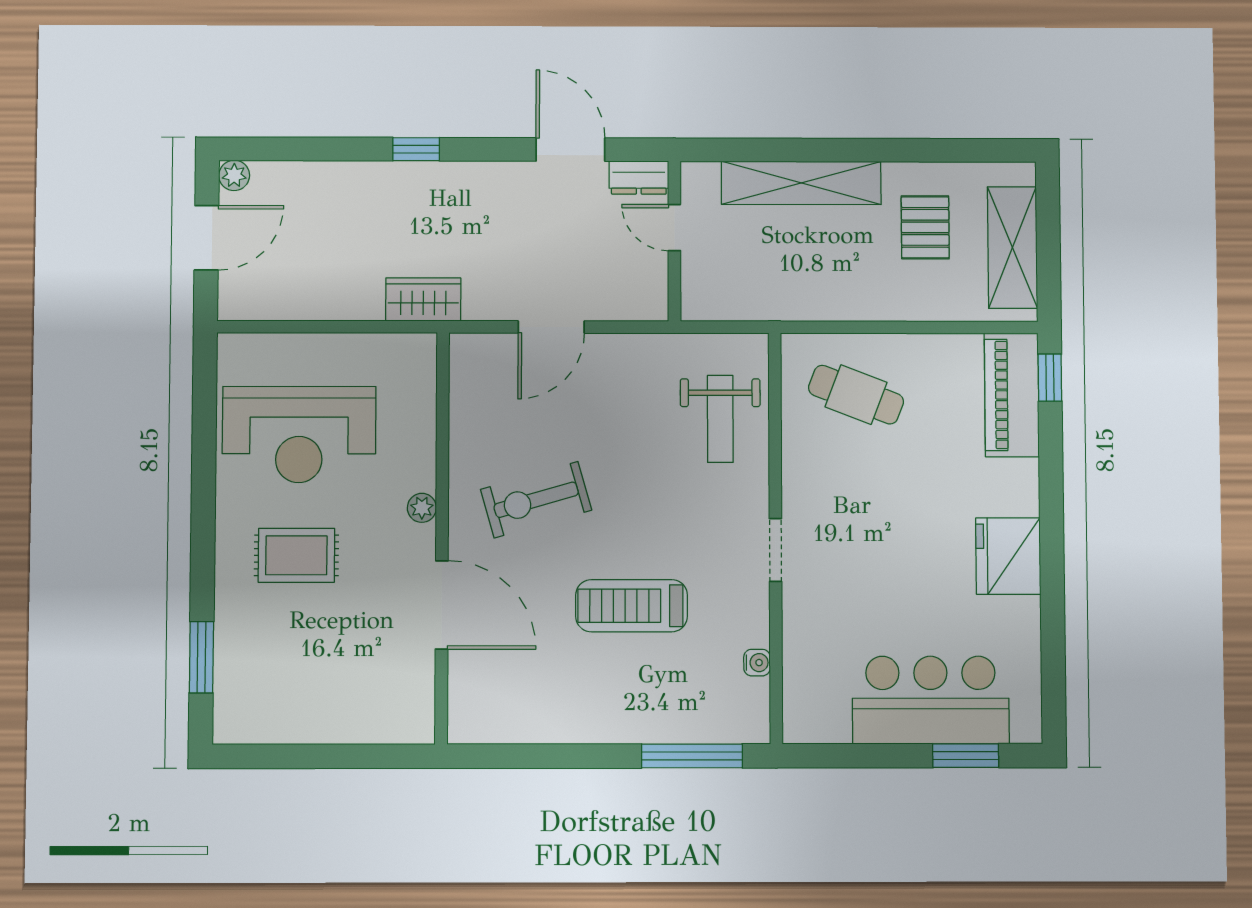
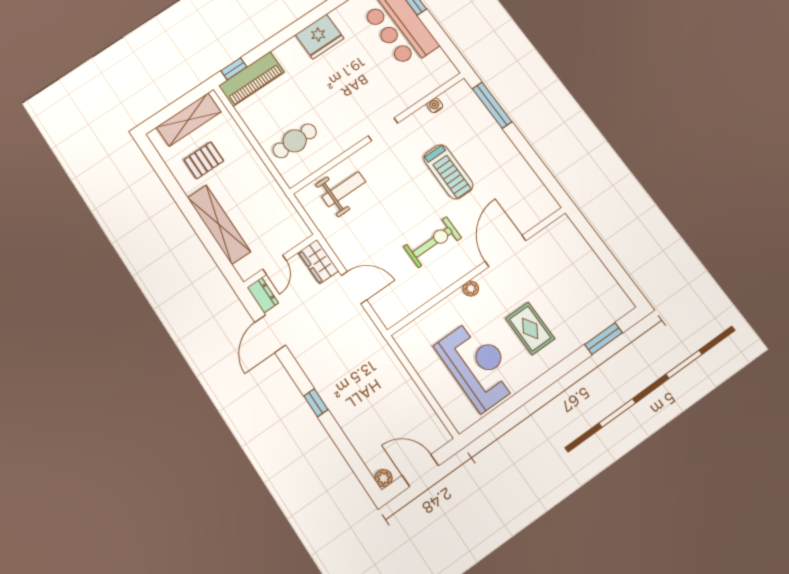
wardrobe: (423, 299) -> (318, 262), moved
cafe table: (856, 395) -> (295, 141), turned 69
exercise bike: (536, 500) -> (432, 242), turned -74

